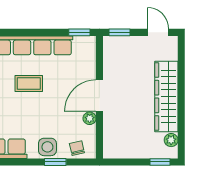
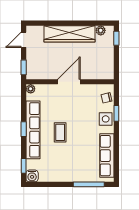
window: (79, 32) -> (24, 129), moved
door: (99, 96) -> (69, 82), swing flipped
plant: (90, 118) -> (31, 89), moved

